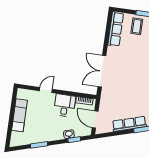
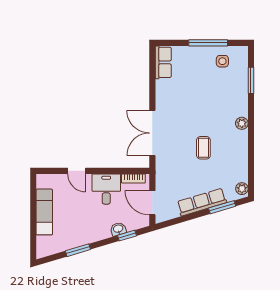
coffee table: (137, 26) -> (203, 148), moved
row of seats: (116, 29) -> (163, 62), width x0.68
door: (46, 90) -> (77, 171), swing flipped

